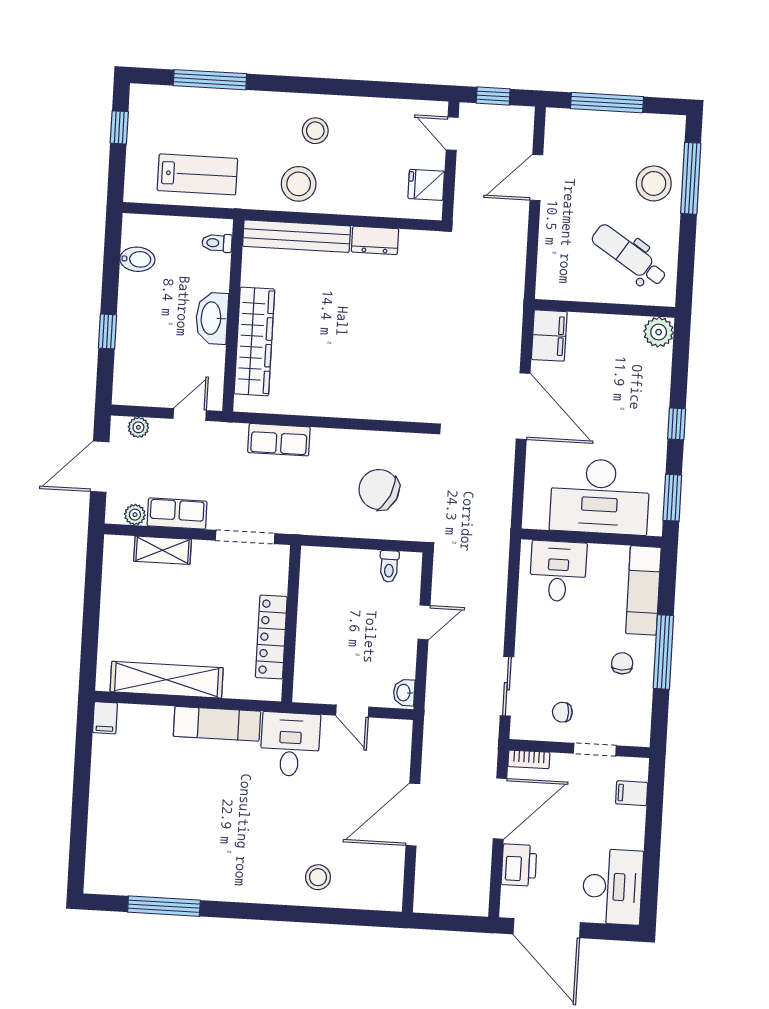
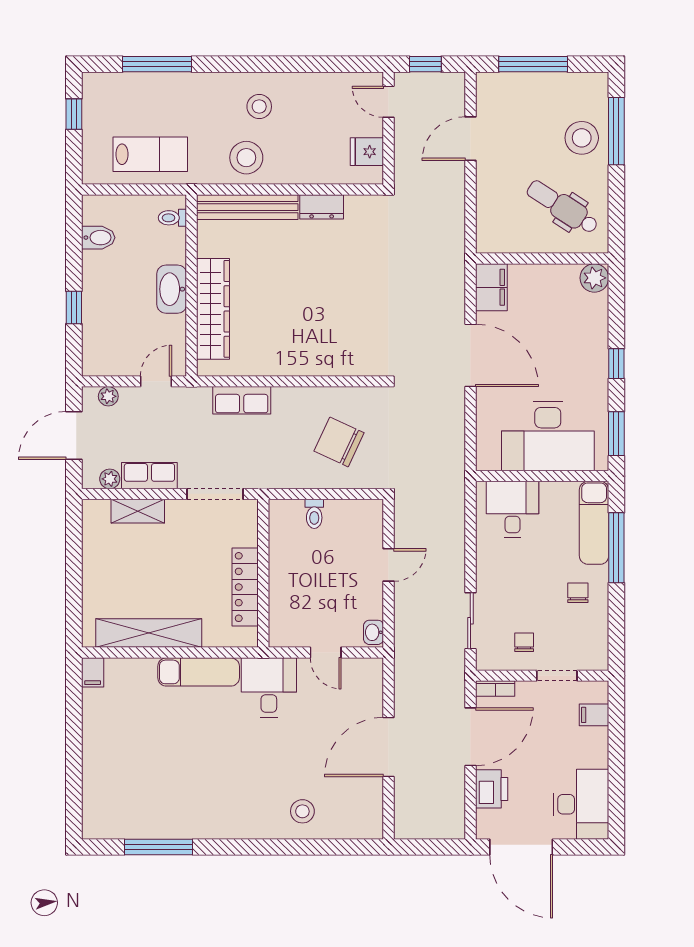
toilet: (389, 566) -> (314, 514), moved
window: (663, 652) -> (616, 548), moved
chair: (562, 712) -> (524, 642), turned 90

